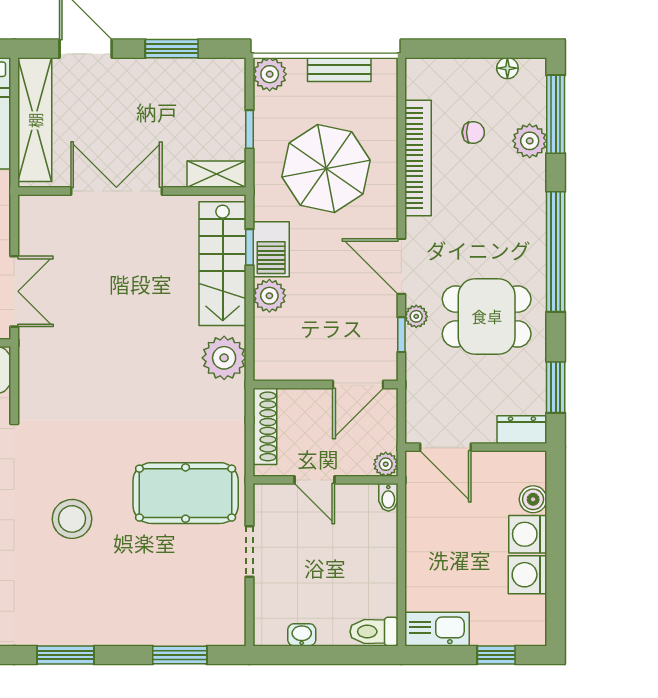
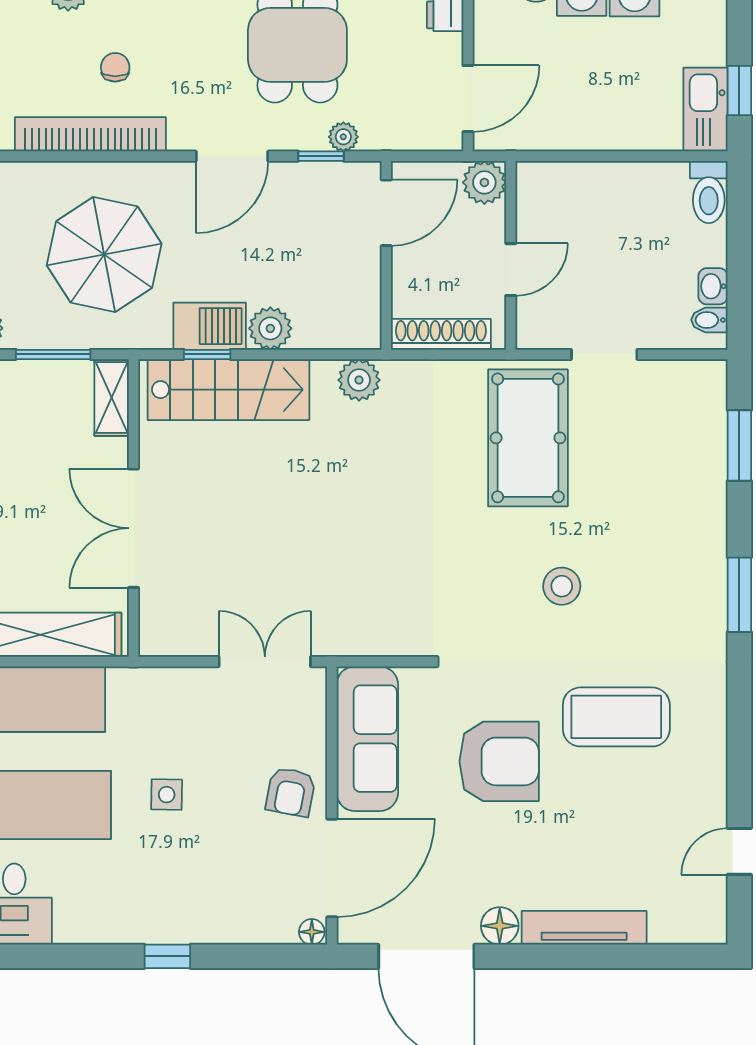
window: (249, 129) -> (53, 354), width x1.50
chair: (473, 132) -> (115, 67), moved
plant: (416, 316) -> (343, 137), moved
plant: (224, 358) -> (359, 380), width x0.73, depth x0.73
door: (358, 385) -> (386, 213), hinge flipped
plant: (386, 464) -> (484, 182), width x1.38, depth x1.38
bidet: (388, 497) -> (709, 320), moved, turned 180
stool: (72, 519) -> (562, 586), width x0.73, depth x0.73
window: (496, 655) -> (739, 90), moved

